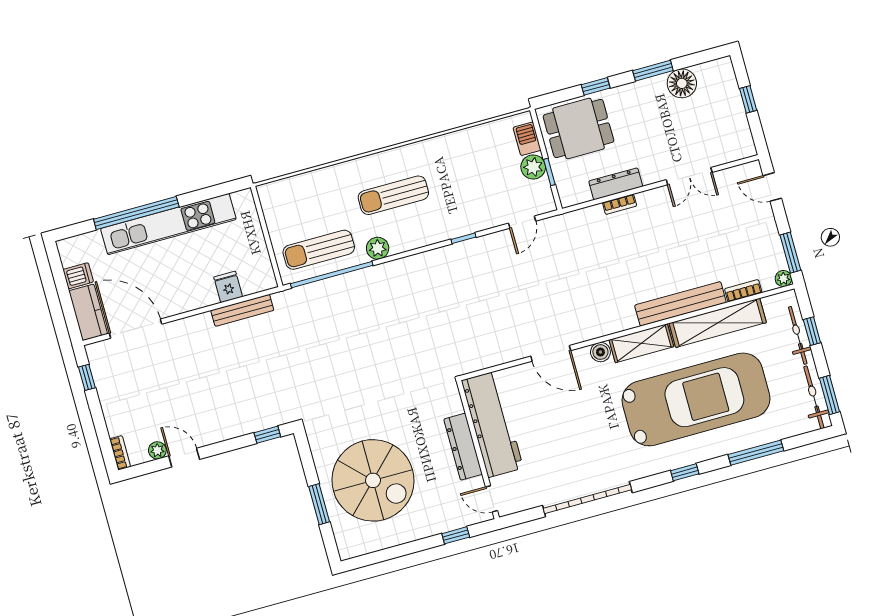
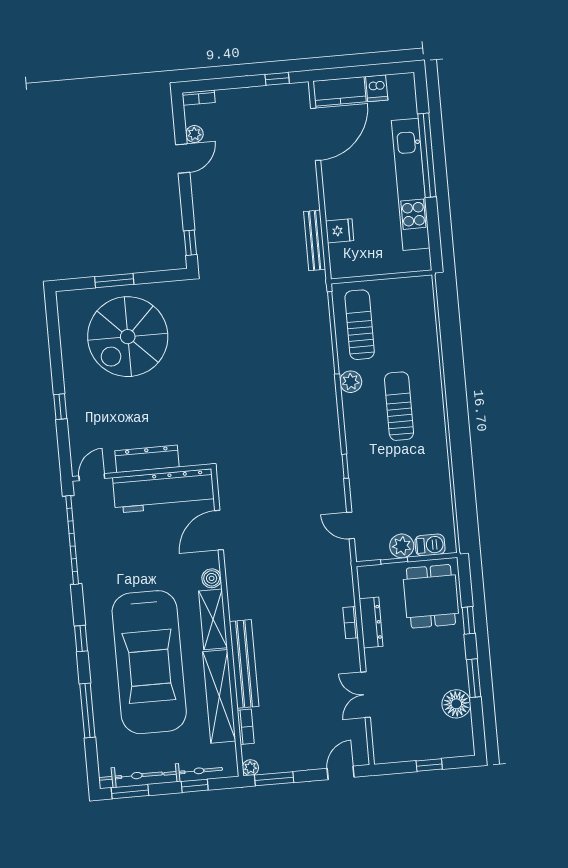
workbench: (492, 424) -> (164, 491), moved
dresser: (463, 447) -> (147, 459), moved
wall: (478, 450) -> (142, 473), moved
door: (491, 499) -> (92, 477), moved

